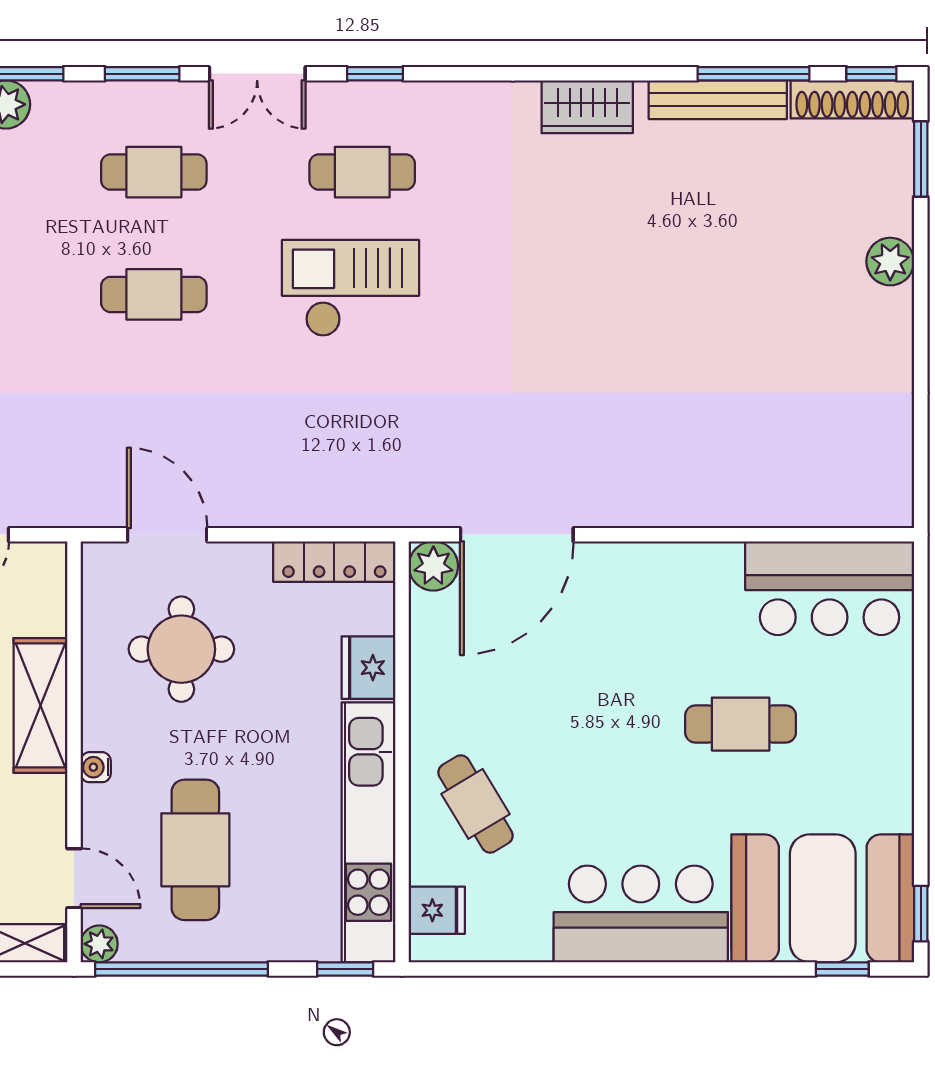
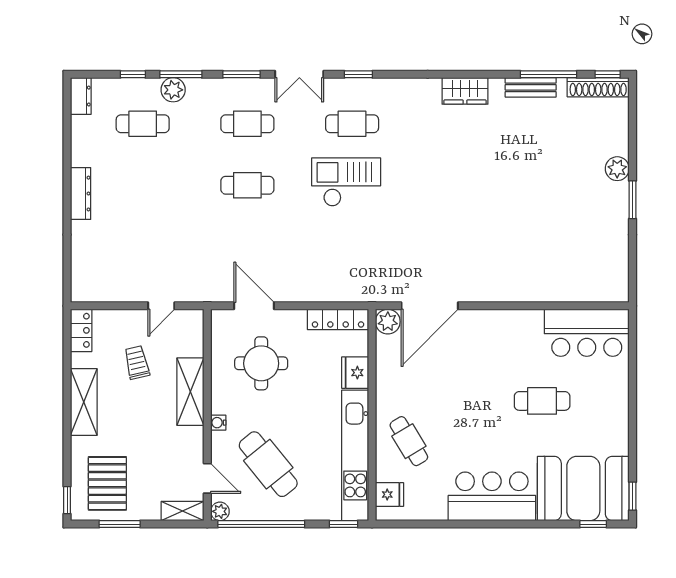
bench: (718, 100) -> (531, 87), width x0.73
window: (921, 159) -> (632, 200), moved
cafe table: (195, 850) -> (268, 464), turned -39

